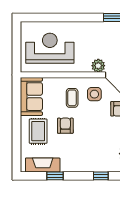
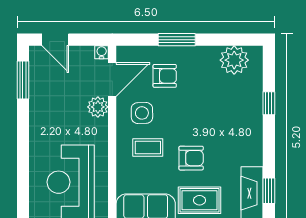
armchair: (65, 126) -> (191, 158), turned 180
window: (55, 176) -> (269, 191), moved

